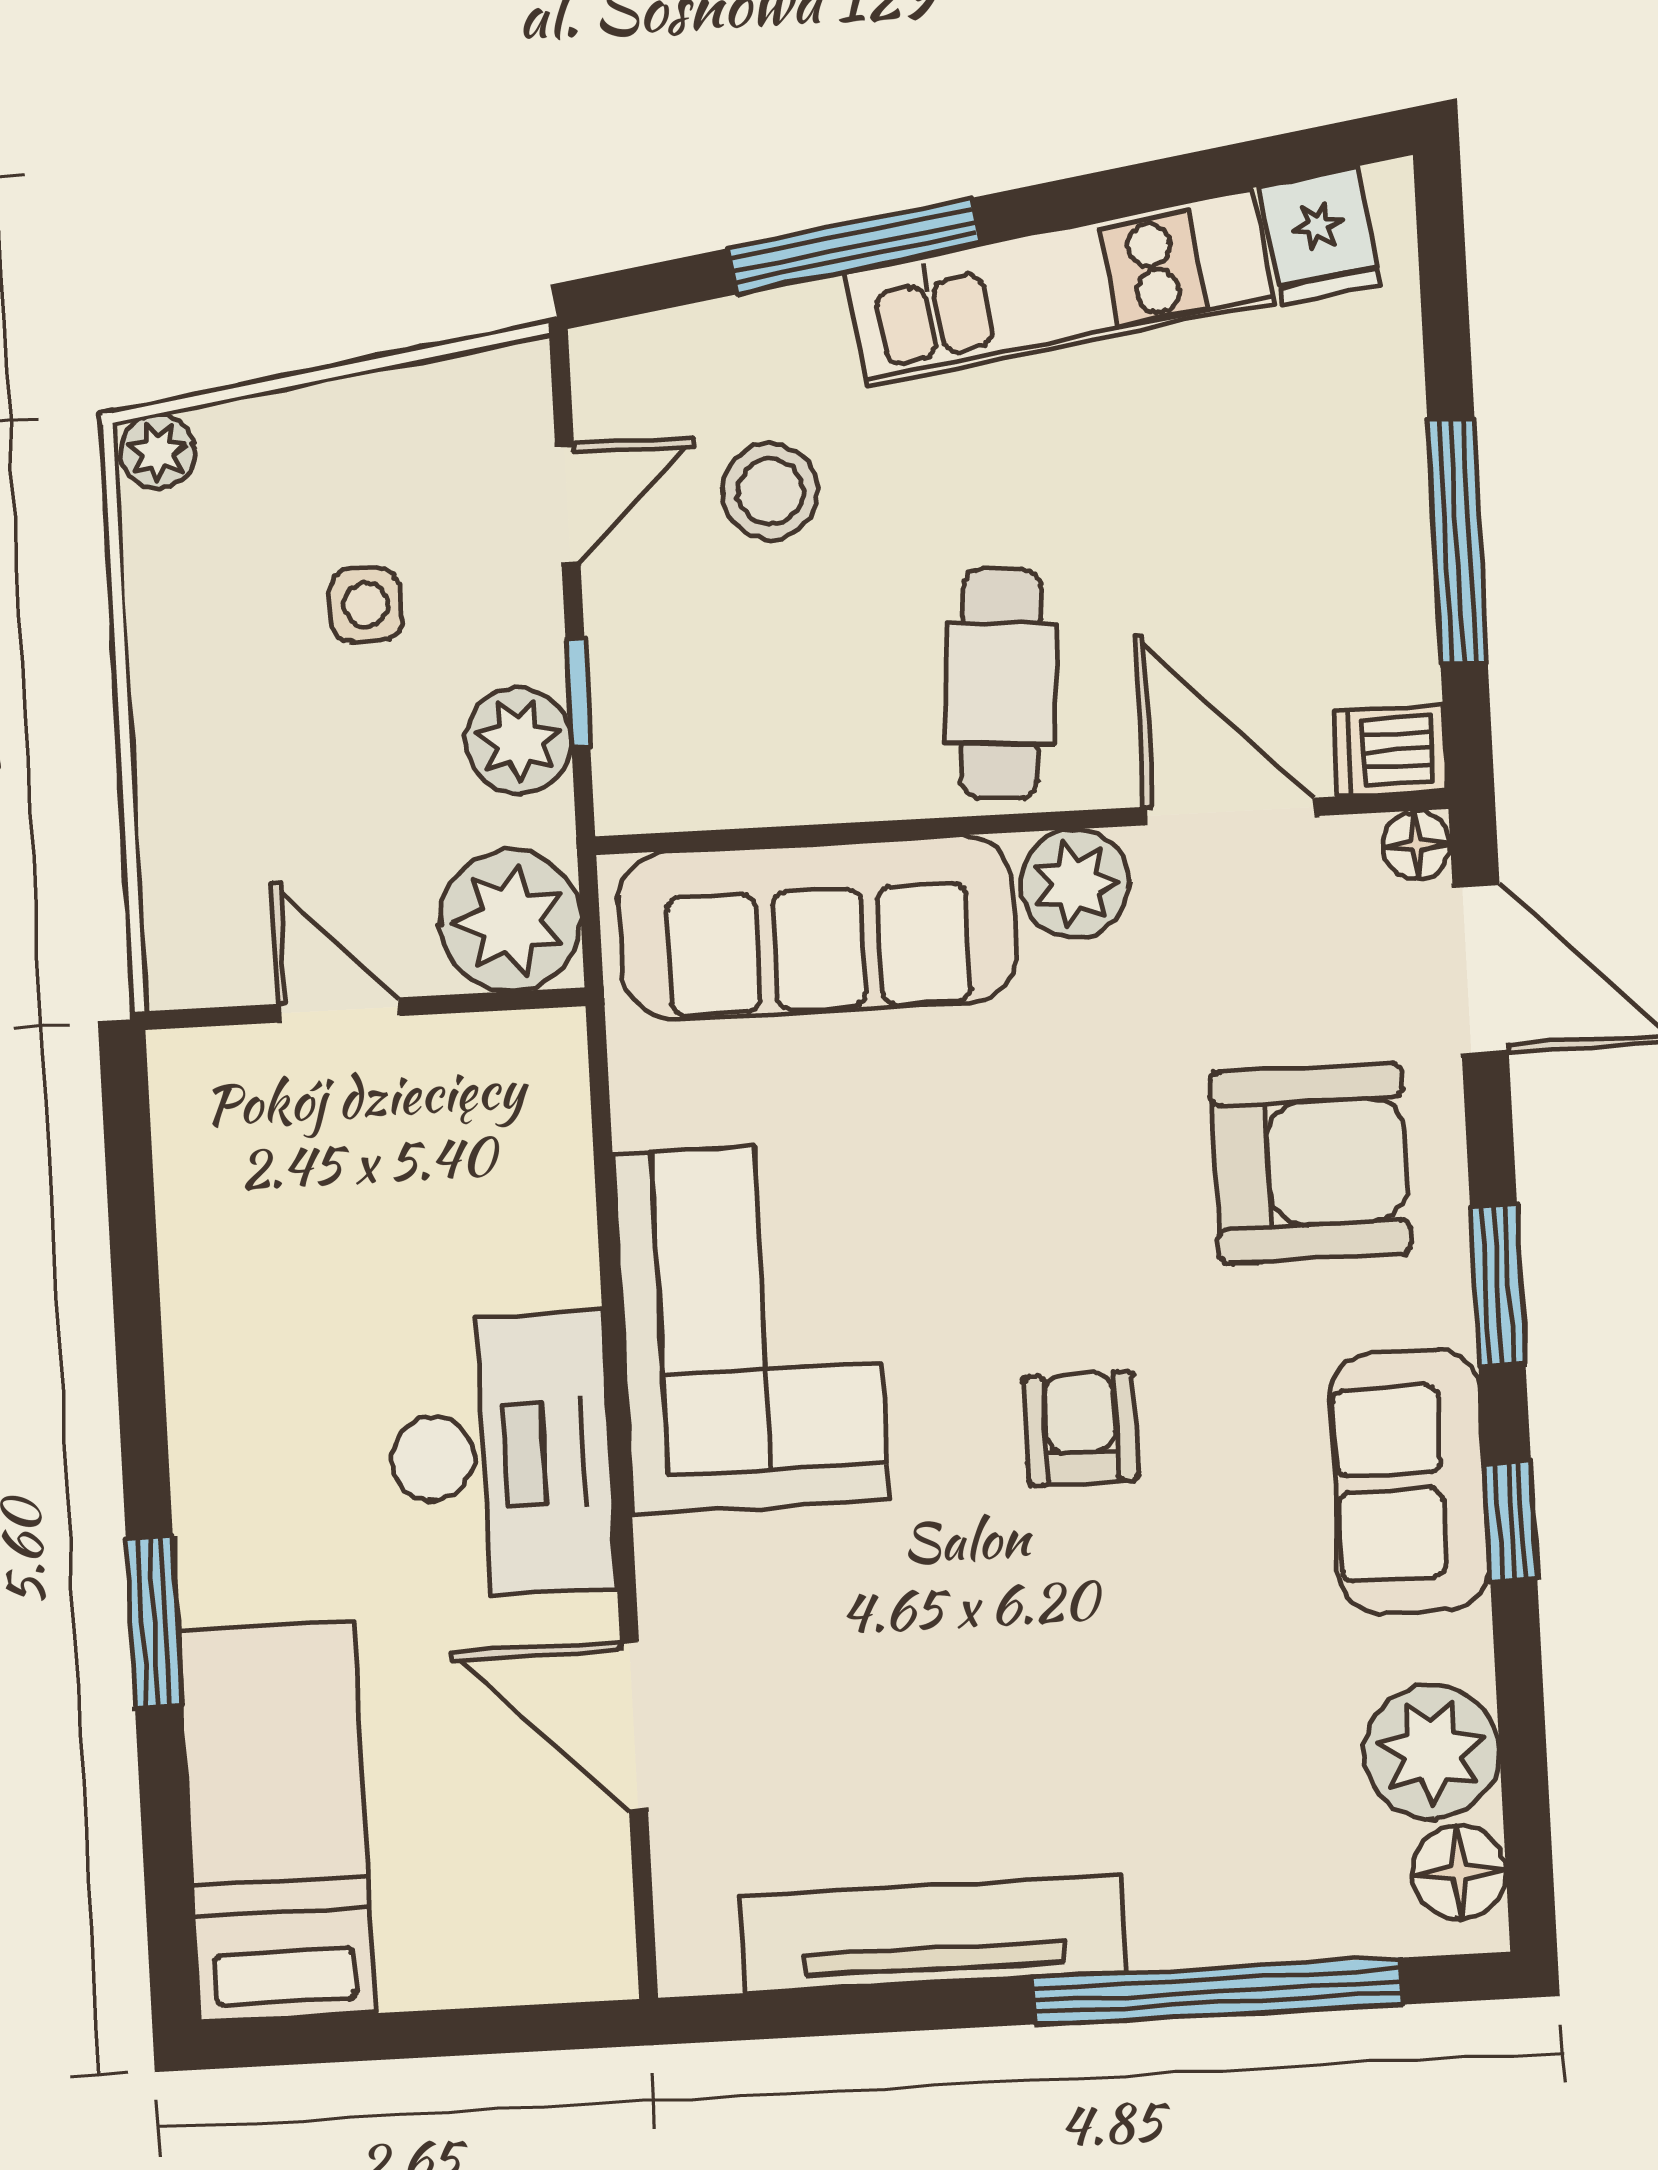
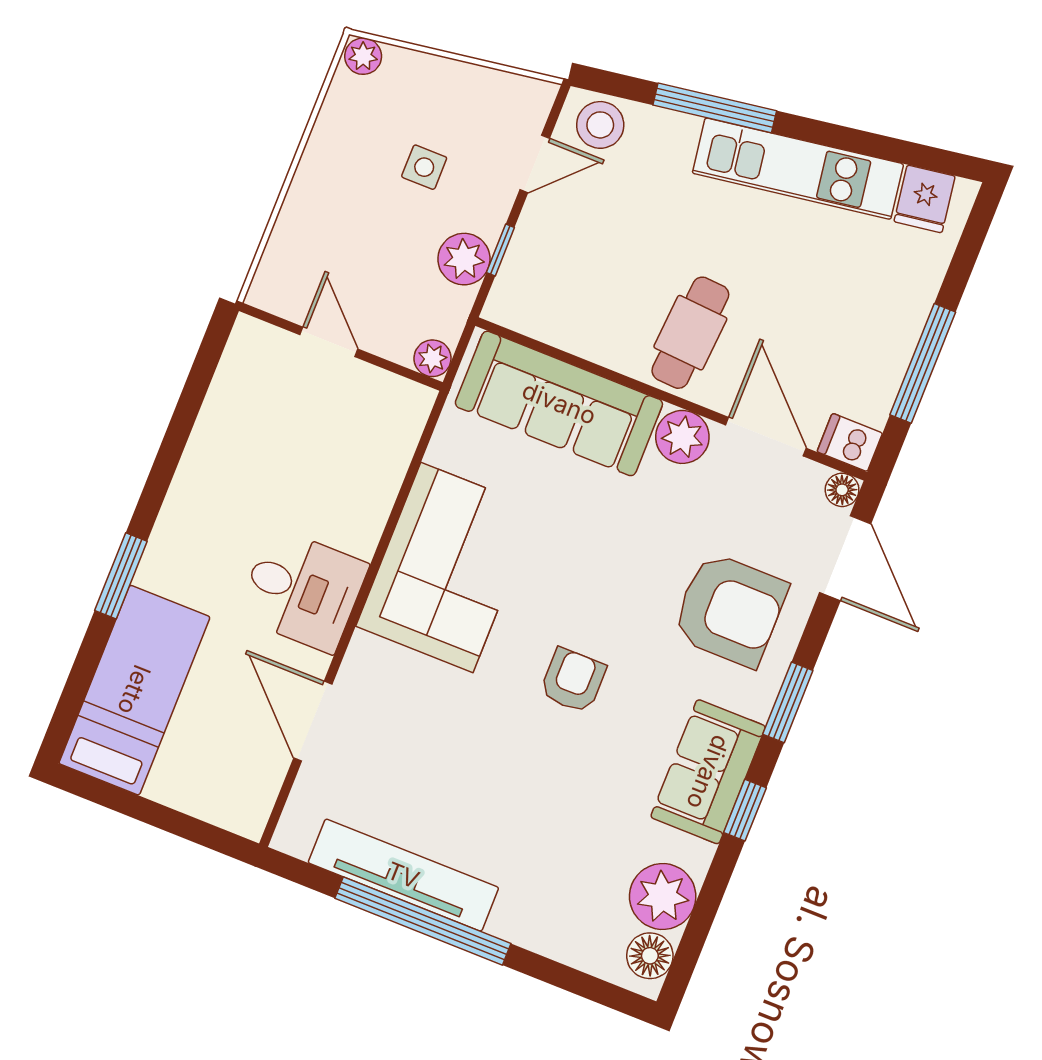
stool: (770, 491) -> (600, 125), moved
plant: (510, 921) -> (433, 358), width x0.53, depth x0.53
desk: (500, 1455) -> (302, 590), width x0.73
window: (1217, 1991) -> (423, 921), moved

